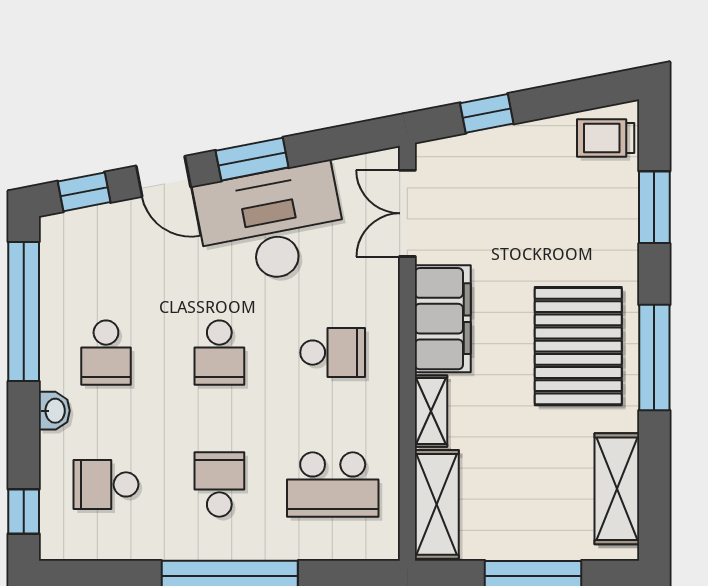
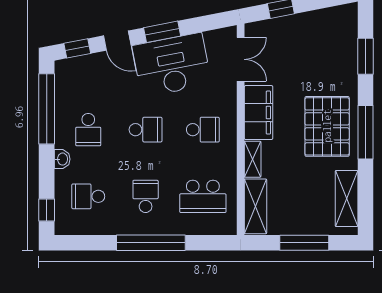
trolley: (606, 138) -> (341, 21), removed
double door: (407, 213) -> (241, 59), swing flipped
school desk: (219, 353) -> (146, 130), turned -90

